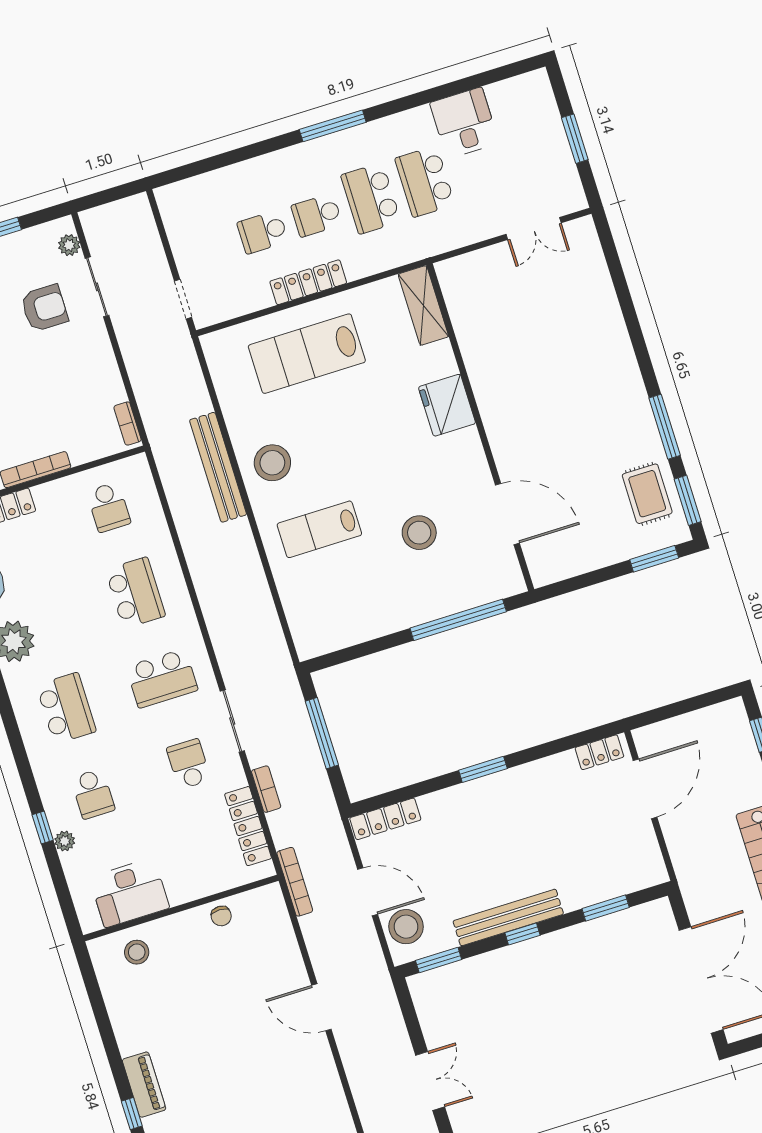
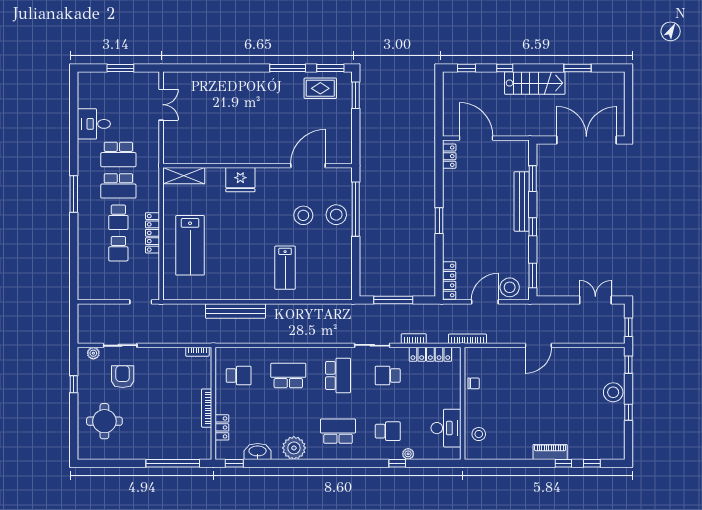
stool: (272, 463) -> (336, 215), moved
bench: (508, 917) -> (522, 201), moved

